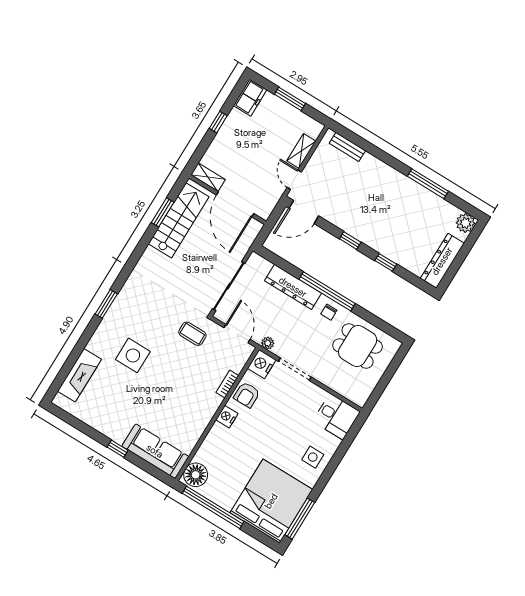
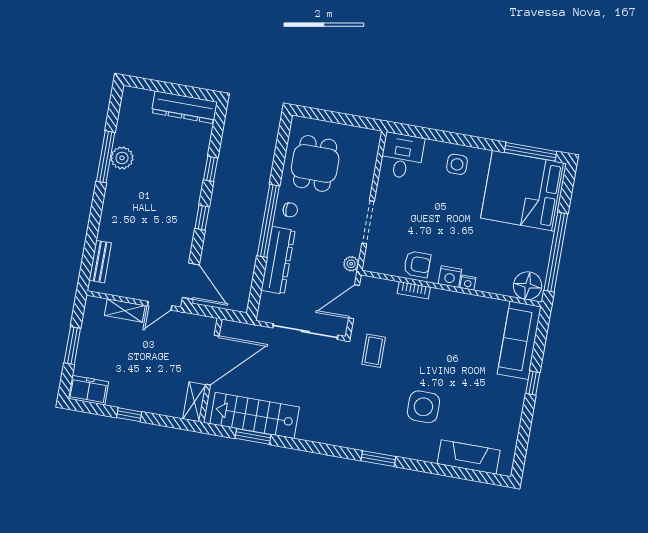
plant: (465, 223) -> (122, 158), moved
nightstand: (262, 364) -> (468, 283), moved, width x0.53, depth x0.56

